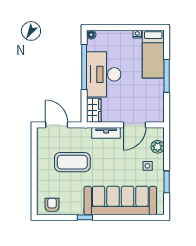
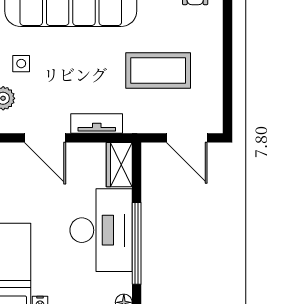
door: (134, 125) -> (45, 138), swing flipped

